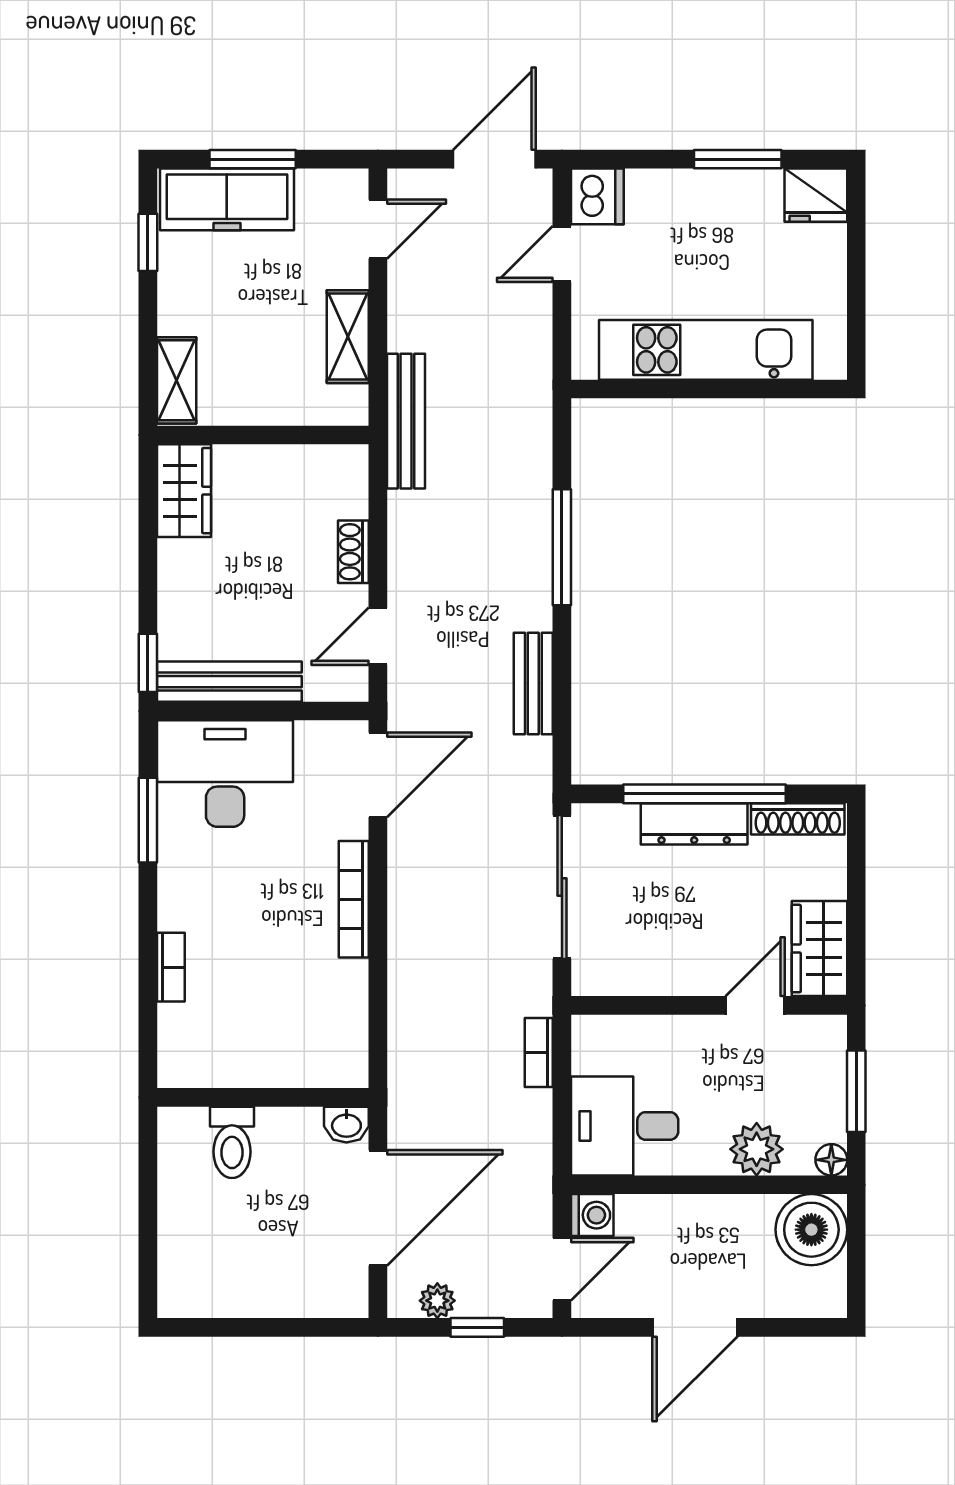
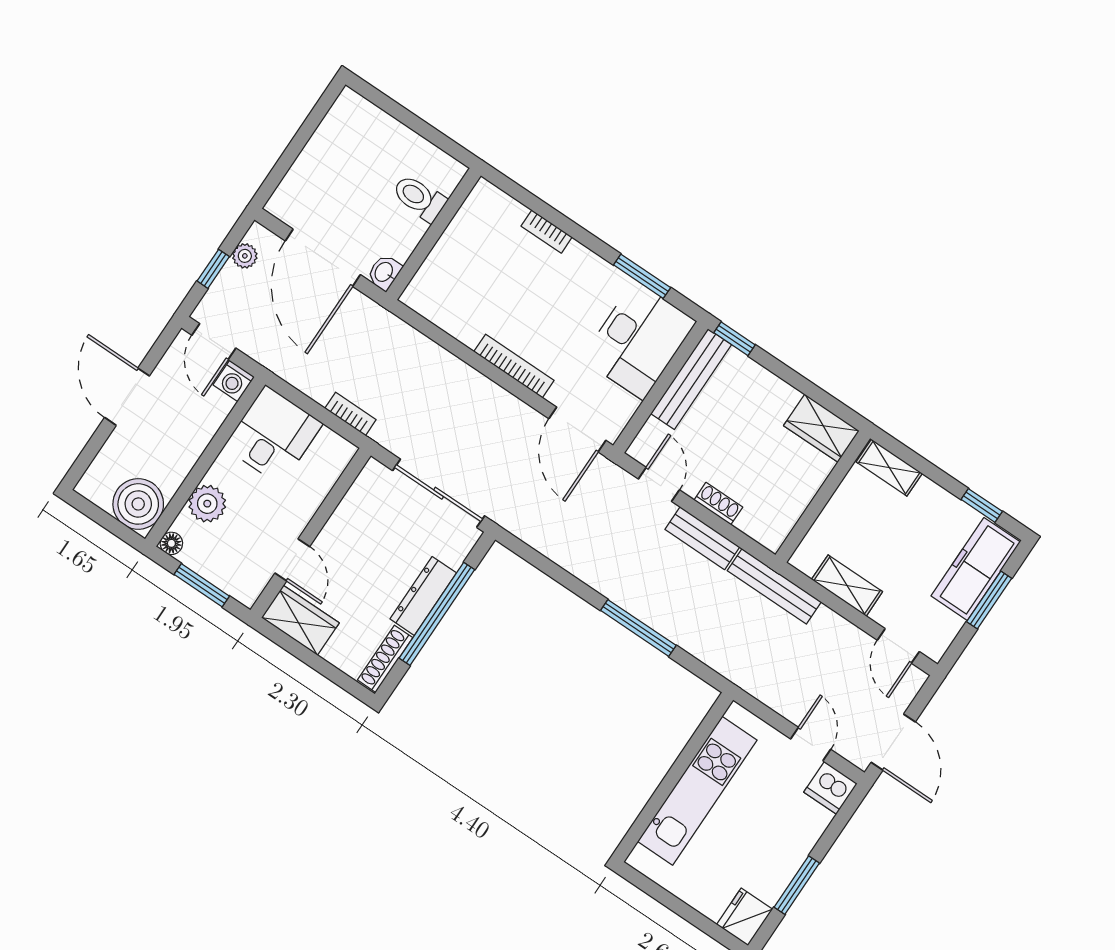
bench: (533, 683) -> (702, 538), moved

